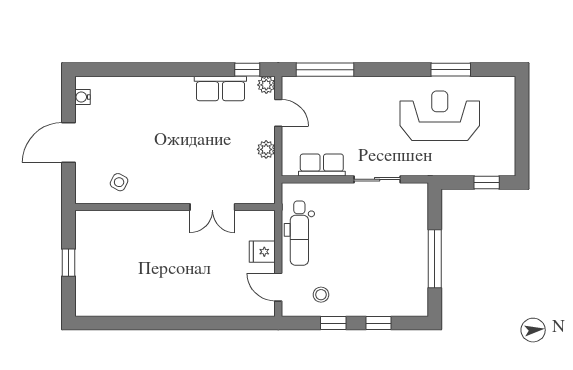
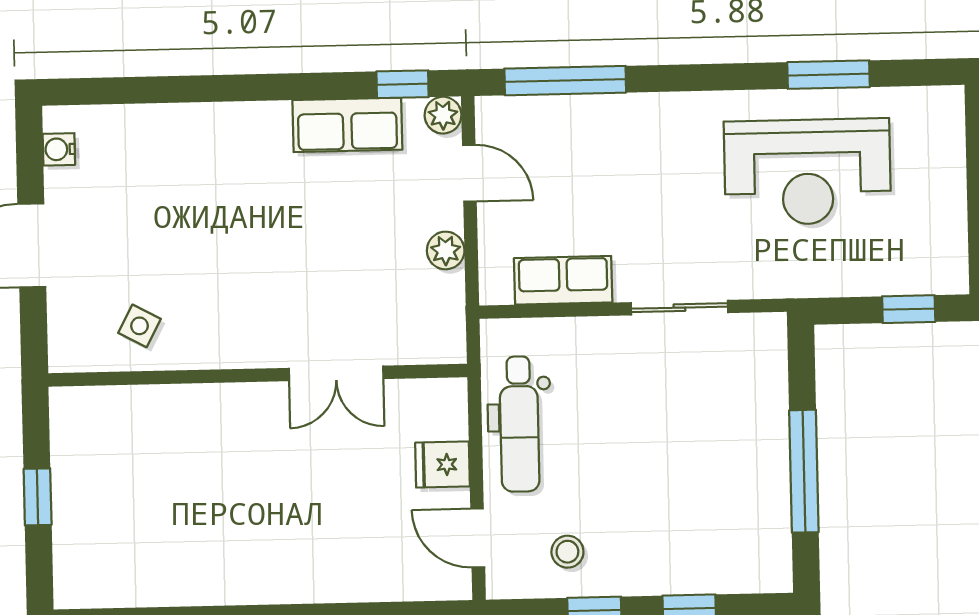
reception desk: (440, 116) -> (807, 172), turned 180

